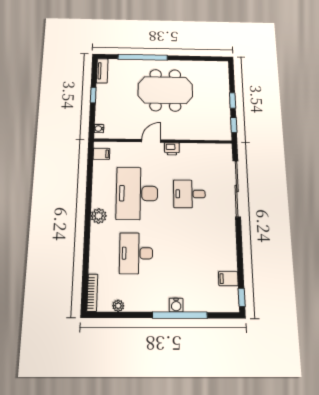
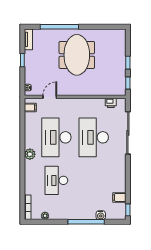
meeting table: (165, 90) -> (77, 55), turned 90
door: (151, 141) -> (50, 97), moved
printer: (172, 149) -> (111, 103), moved
desk: (189, 194) -> (94, 137), width x1.87, depth x1.30
water cooler: (176, 305) -> (101, 215), moved

